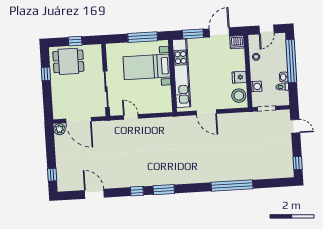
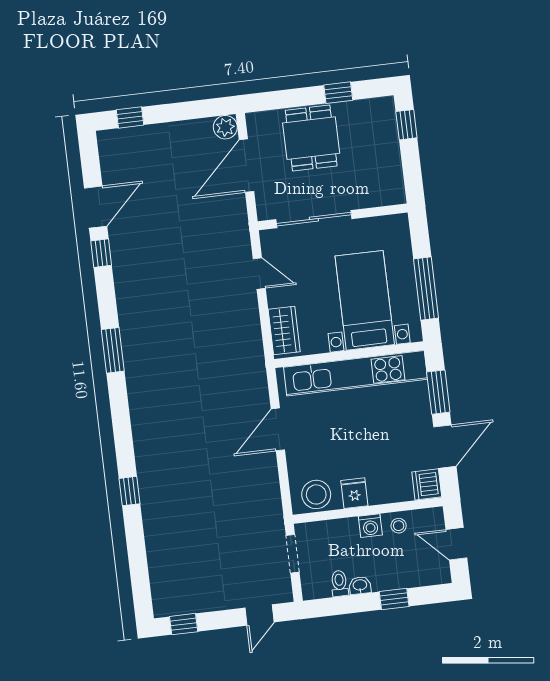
door: (219, 32) -> (445, 447), hinge flipped
window: (75, 41) -> (406, 125), moved
dining table: (68, 61) -> (311, 138), moved
window: (291, 61) -> (394, 599), width x0.32
washing machine: (256, 86) -> (370, 526), moved
wardrobe: (159, 107) -> (284, 330), added
door: (131, 117) -> (259, 274), hinge flipped
window: (232, 185) -> (129, 491), width x0.32
window: (137, 191) -> (101, 253), moved

